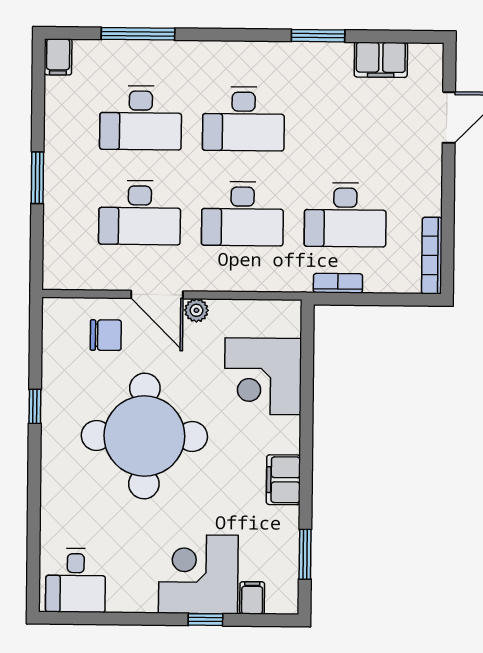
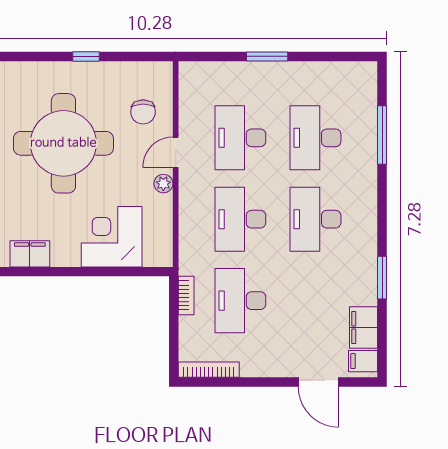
filing cabinet: (58, 57) -> (363, 361), moved
door: (157, 295) -> (176, 152), width x0.73

